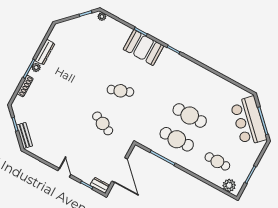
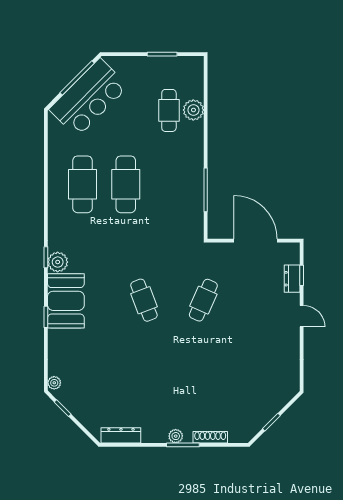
dresser: (45, 52) -> (121, 435), moved
plant: (167, 55) -> (58, 262), added
bench: (24, 135) -> (280, 400), removed
cafe table: (177, 139) -> (83, 184), moved
door: (120, 170) -> (256, 241), hinge flipped
door: (64, 173) -> (302, 316), swing flipped
dresser: (100, 185) -> (292, 279), moved
plant: (229, 185) -> (193, 110), moved

